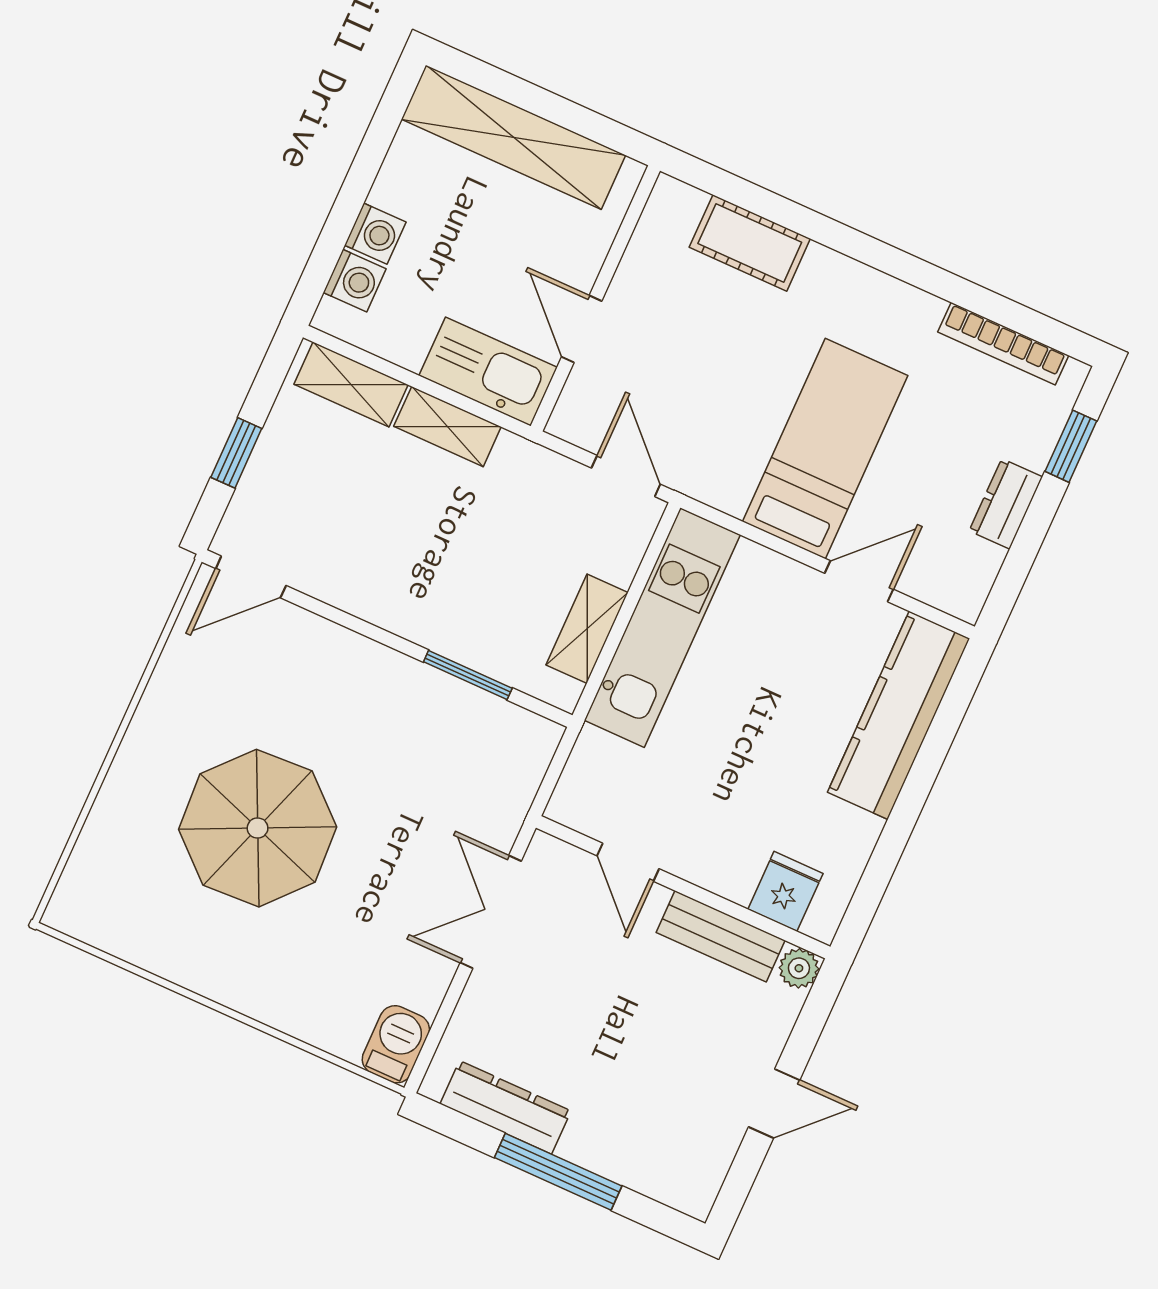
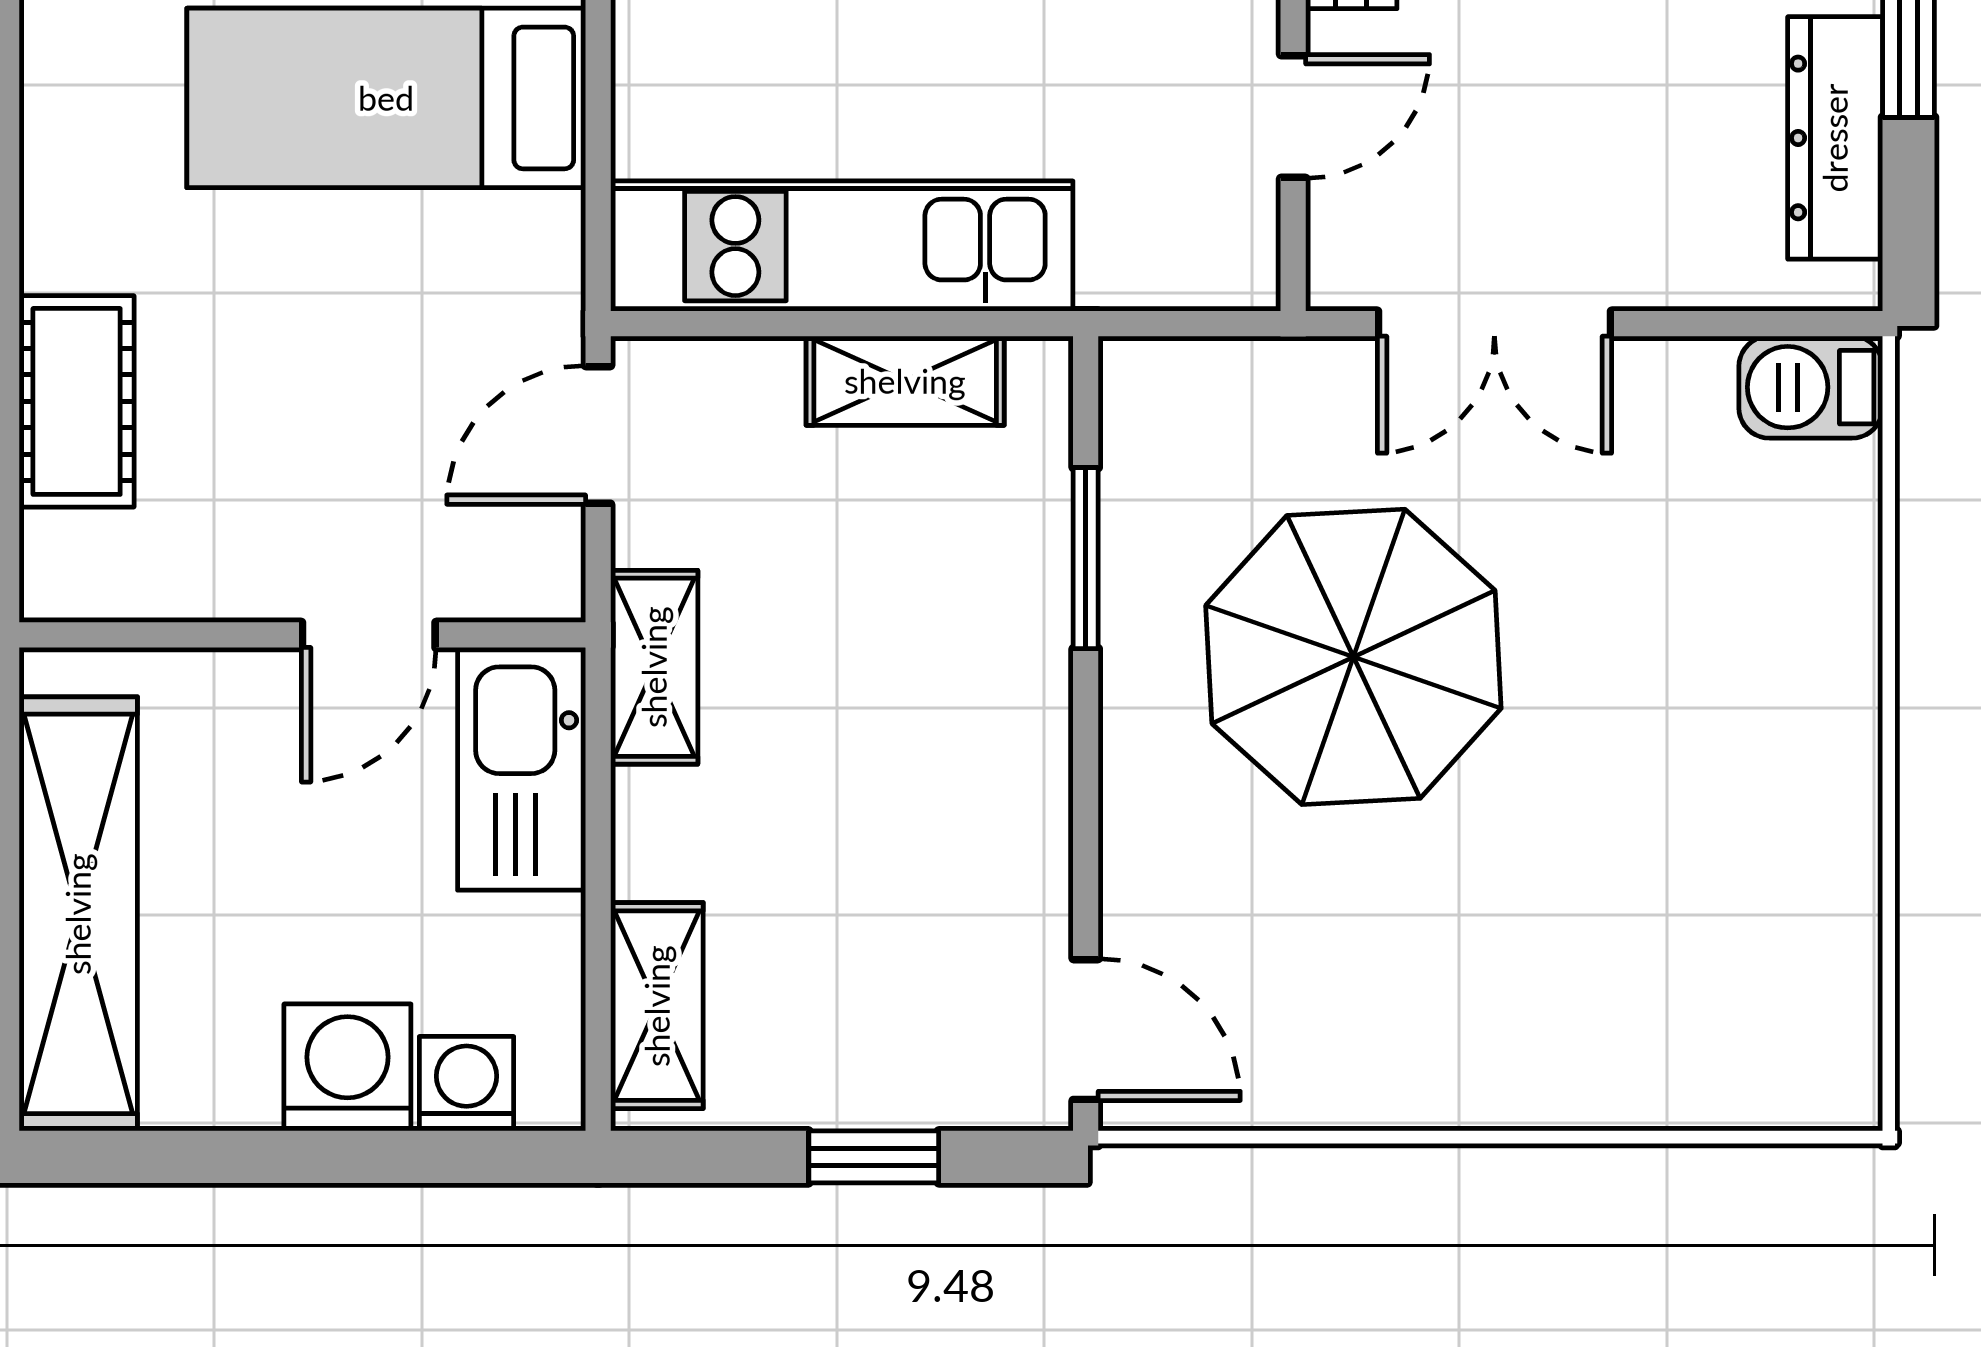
washing machine: (375, 234) -> (347, 1067), width x1.38, depth x1.38
shelving: (447, 427) -> (654, 667), moved
parasol: (258, 828) -> (1353, 657), moved

